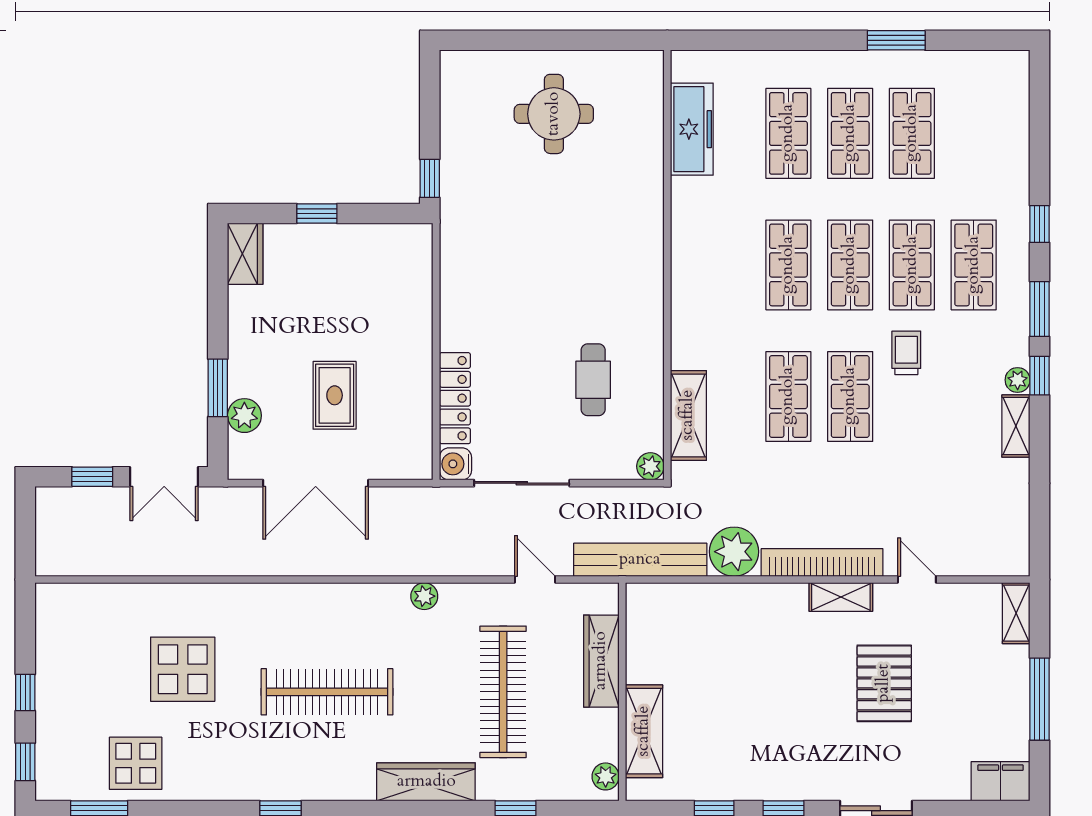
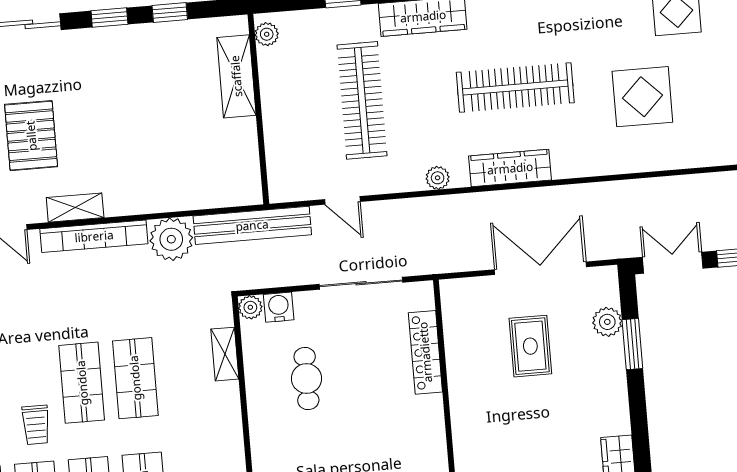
shelving: (688, 415) -> (225, 354), width x0.67, depth x0.75
water cooler: (455, 464) -> (279, 307), moved, turned -90
wardrobe: (601, 661) -> (510, 168), moved, turned -90

